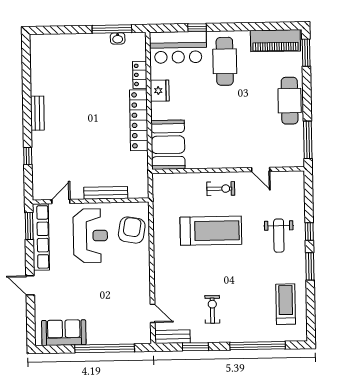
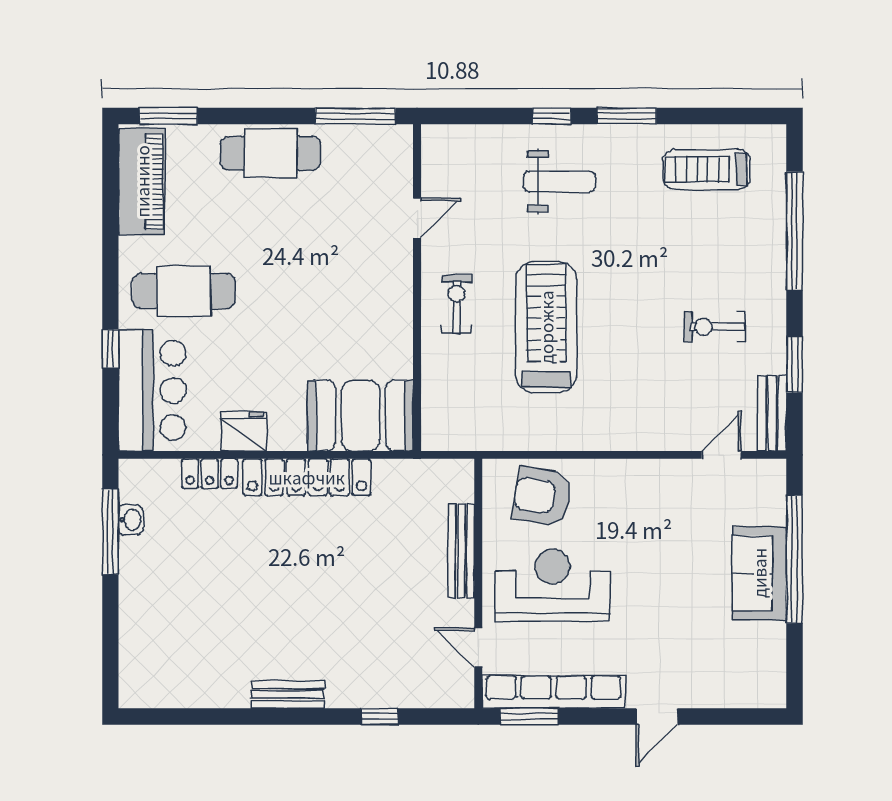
sofa: (64, 333) -> (759, 573), moved

